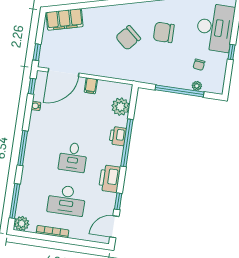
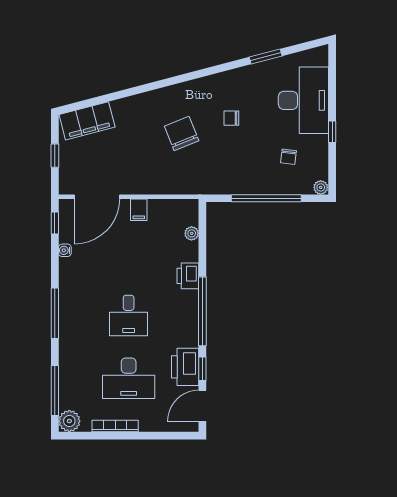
chair: (164, 32) -> (231, 118), width x0.54, depth x0.54
chair: (128, 38) -> (182, 134), turned 117
window: (37, 52) -> (55, 156), moved
plant: (197, 86) -> (321, 187), moved
plant: (121, 107) -> (192, 233), width x0.53, depth x0.53
window: (127, 143) -> (202, 311), moved
printer: (110, 179) -> (185, 367), moved

